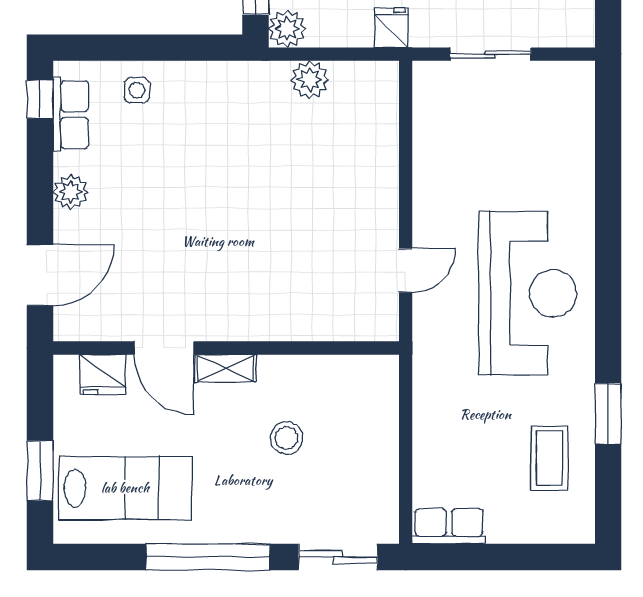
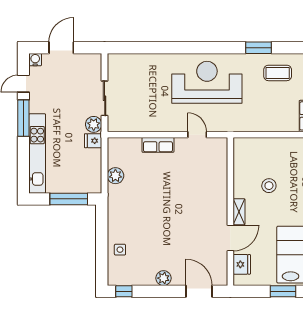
plant: (287, 29) -> (94, 124), moved
row of seats: (71, 115) -> (158, 145), moved, turned 180

